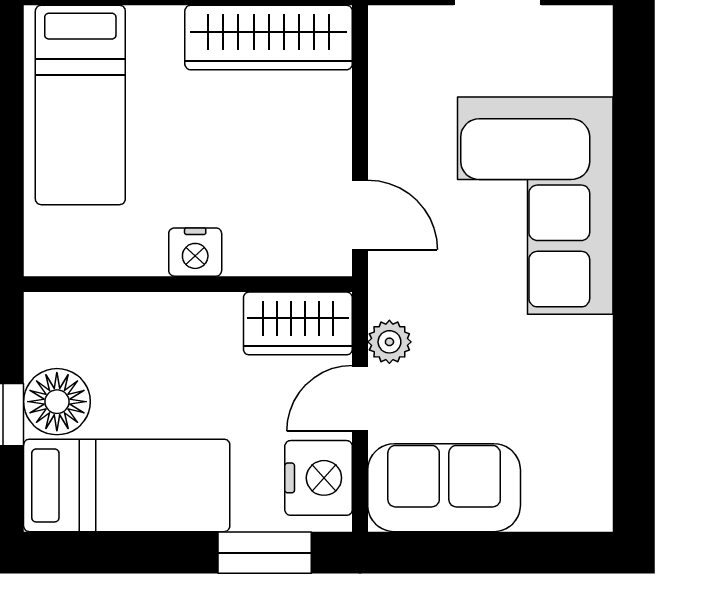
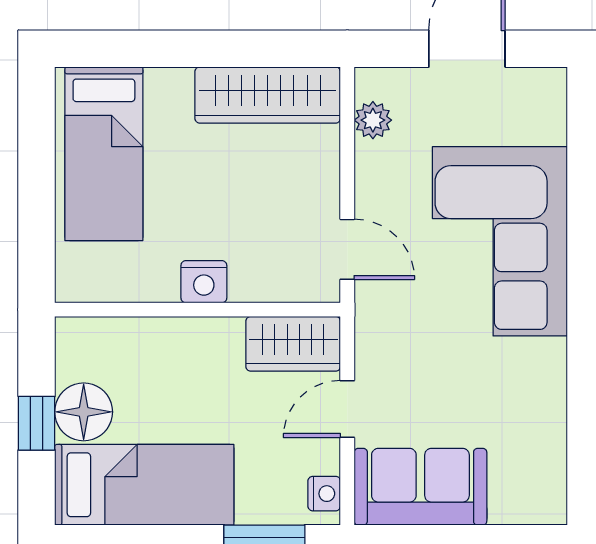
plant: (389, 342) -> (373, 120), moved
nightstand: (319, 478) -> (324, 494), width x0.53, depth x0.56

